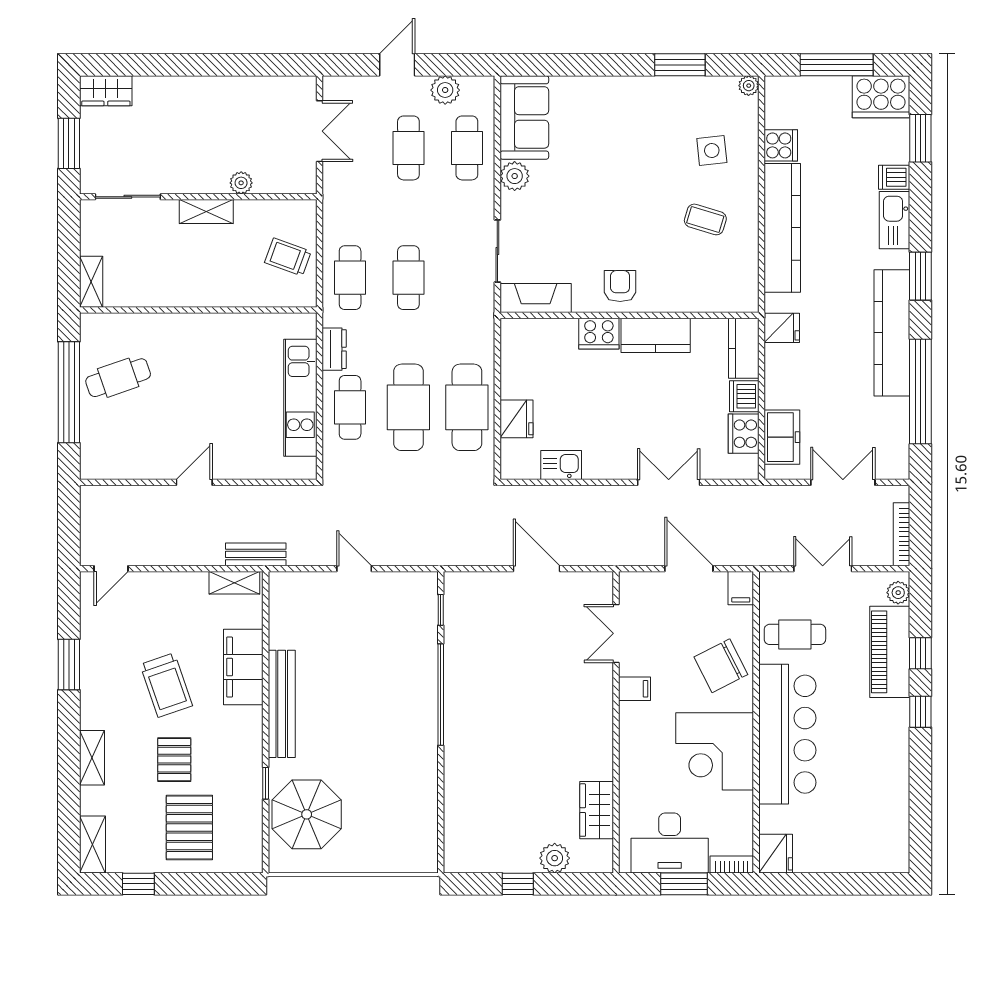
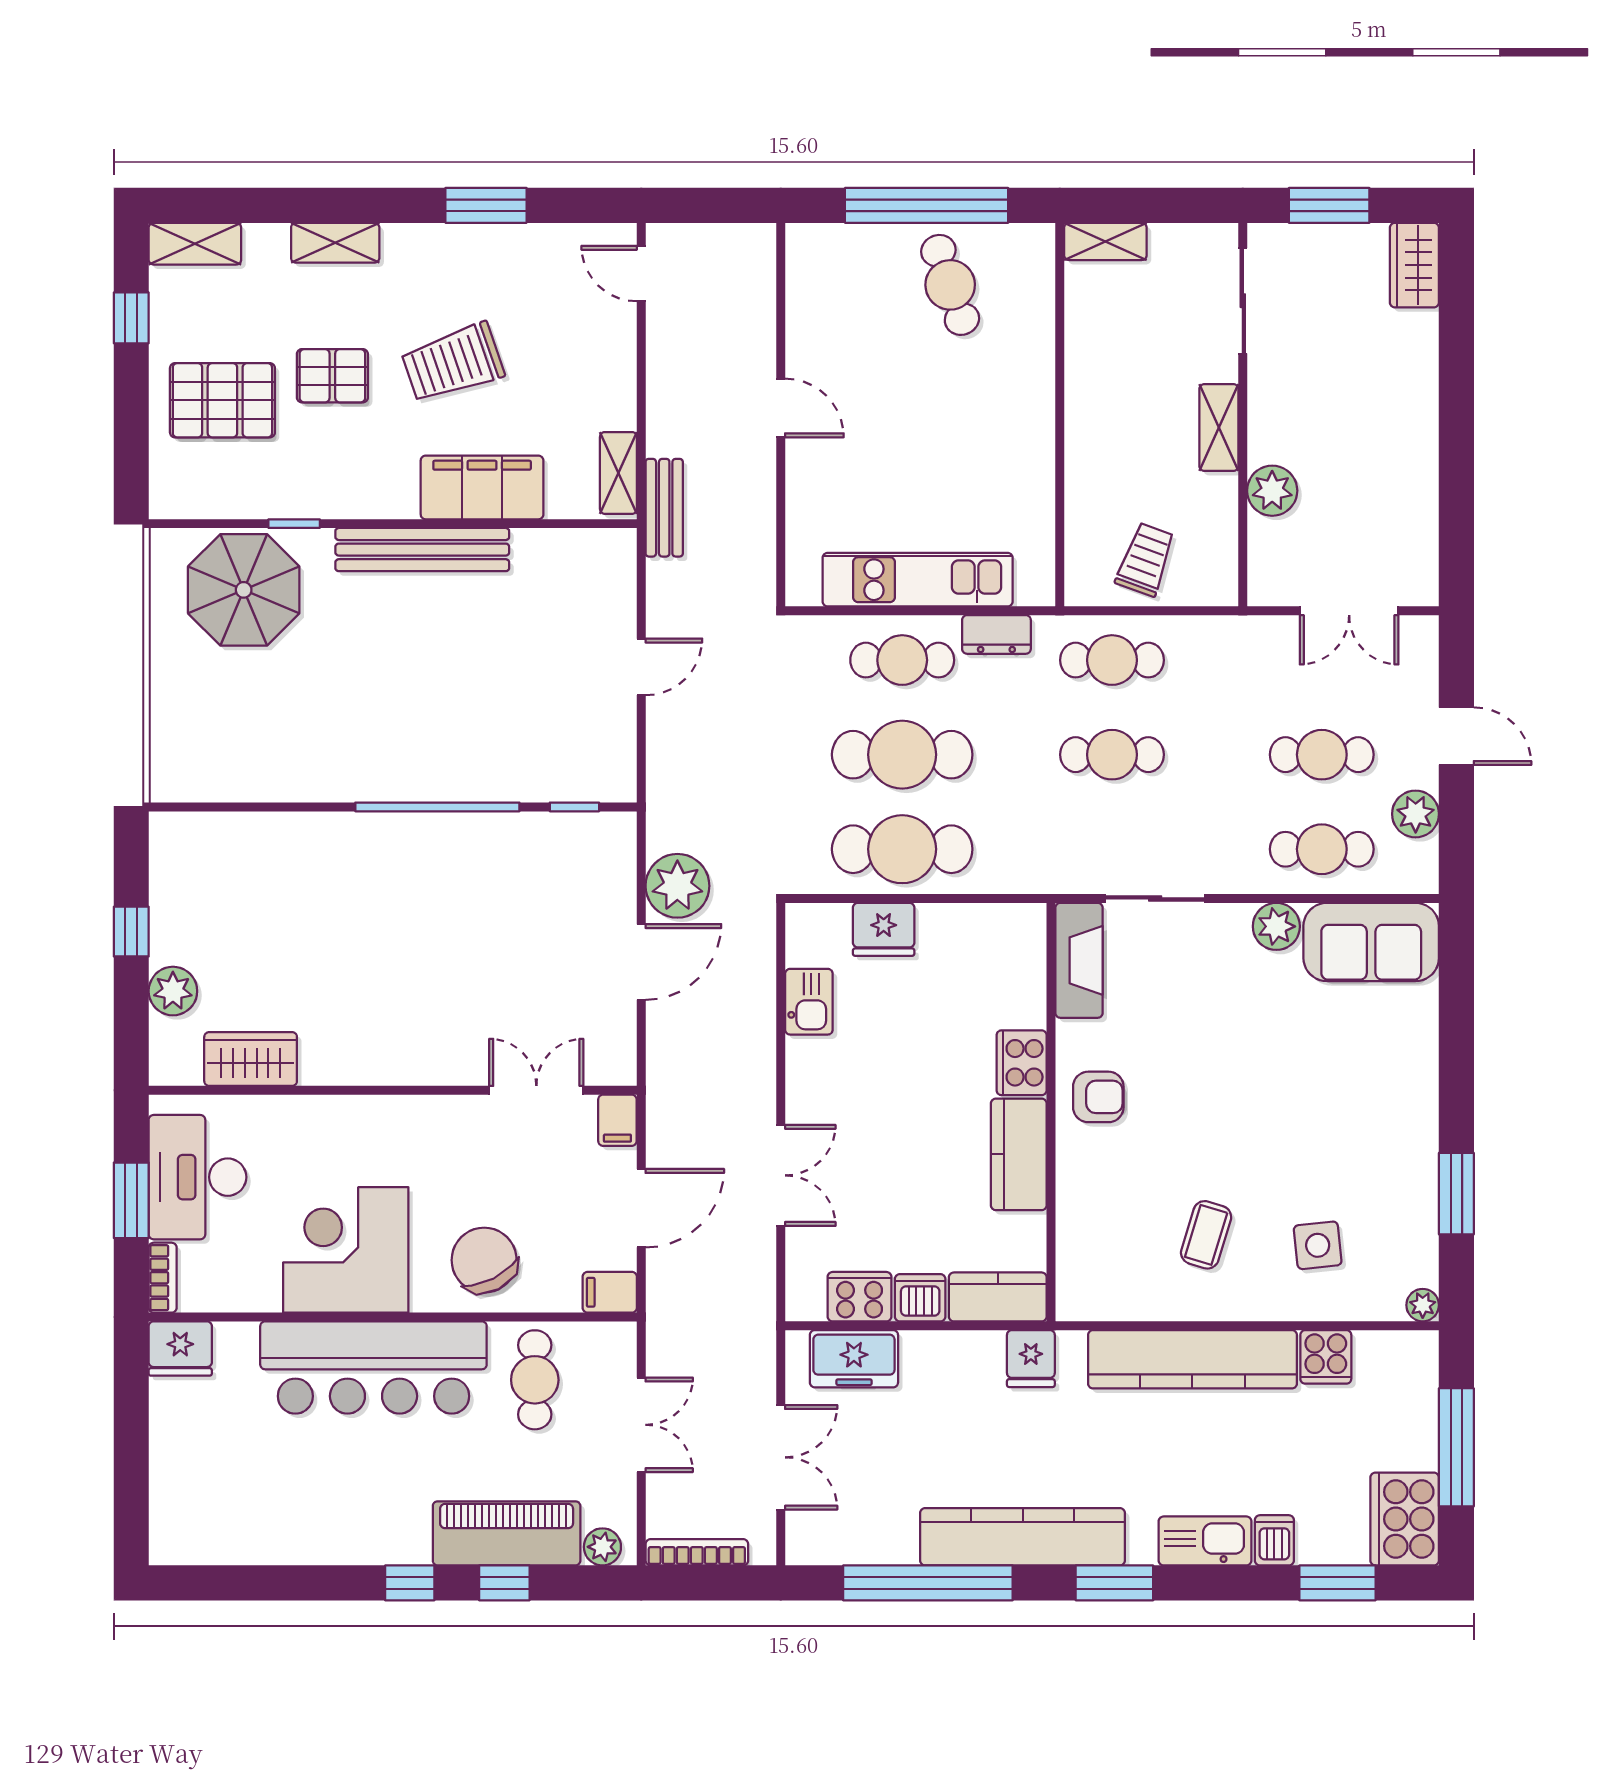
plant: (241, 183) -> (1272, 491), width x1.38, depth x1.38
plant: (490, 546) -> (677, 886), added
filing cabinet: (634, 689) -> (617, 1120), moved

